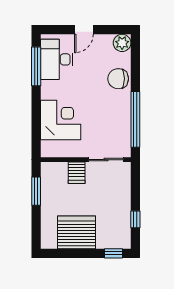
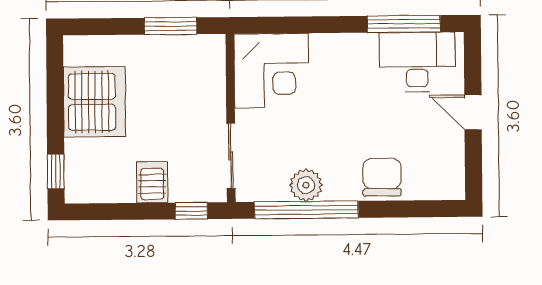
plant: (122, 43) -> (306, 185), moved
corner desk: (61, 120) -> (272, 71), moved
server rack: (77, 173) -> (152, 182), moved, turned 90
window: (135, 219) -> (192, 211), moved

